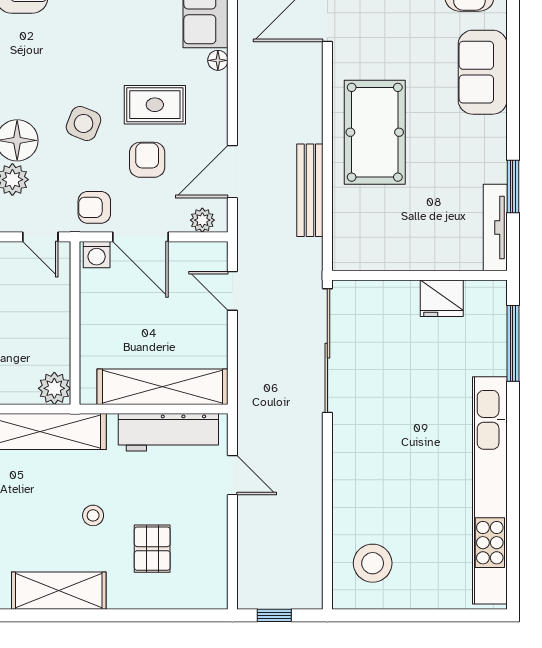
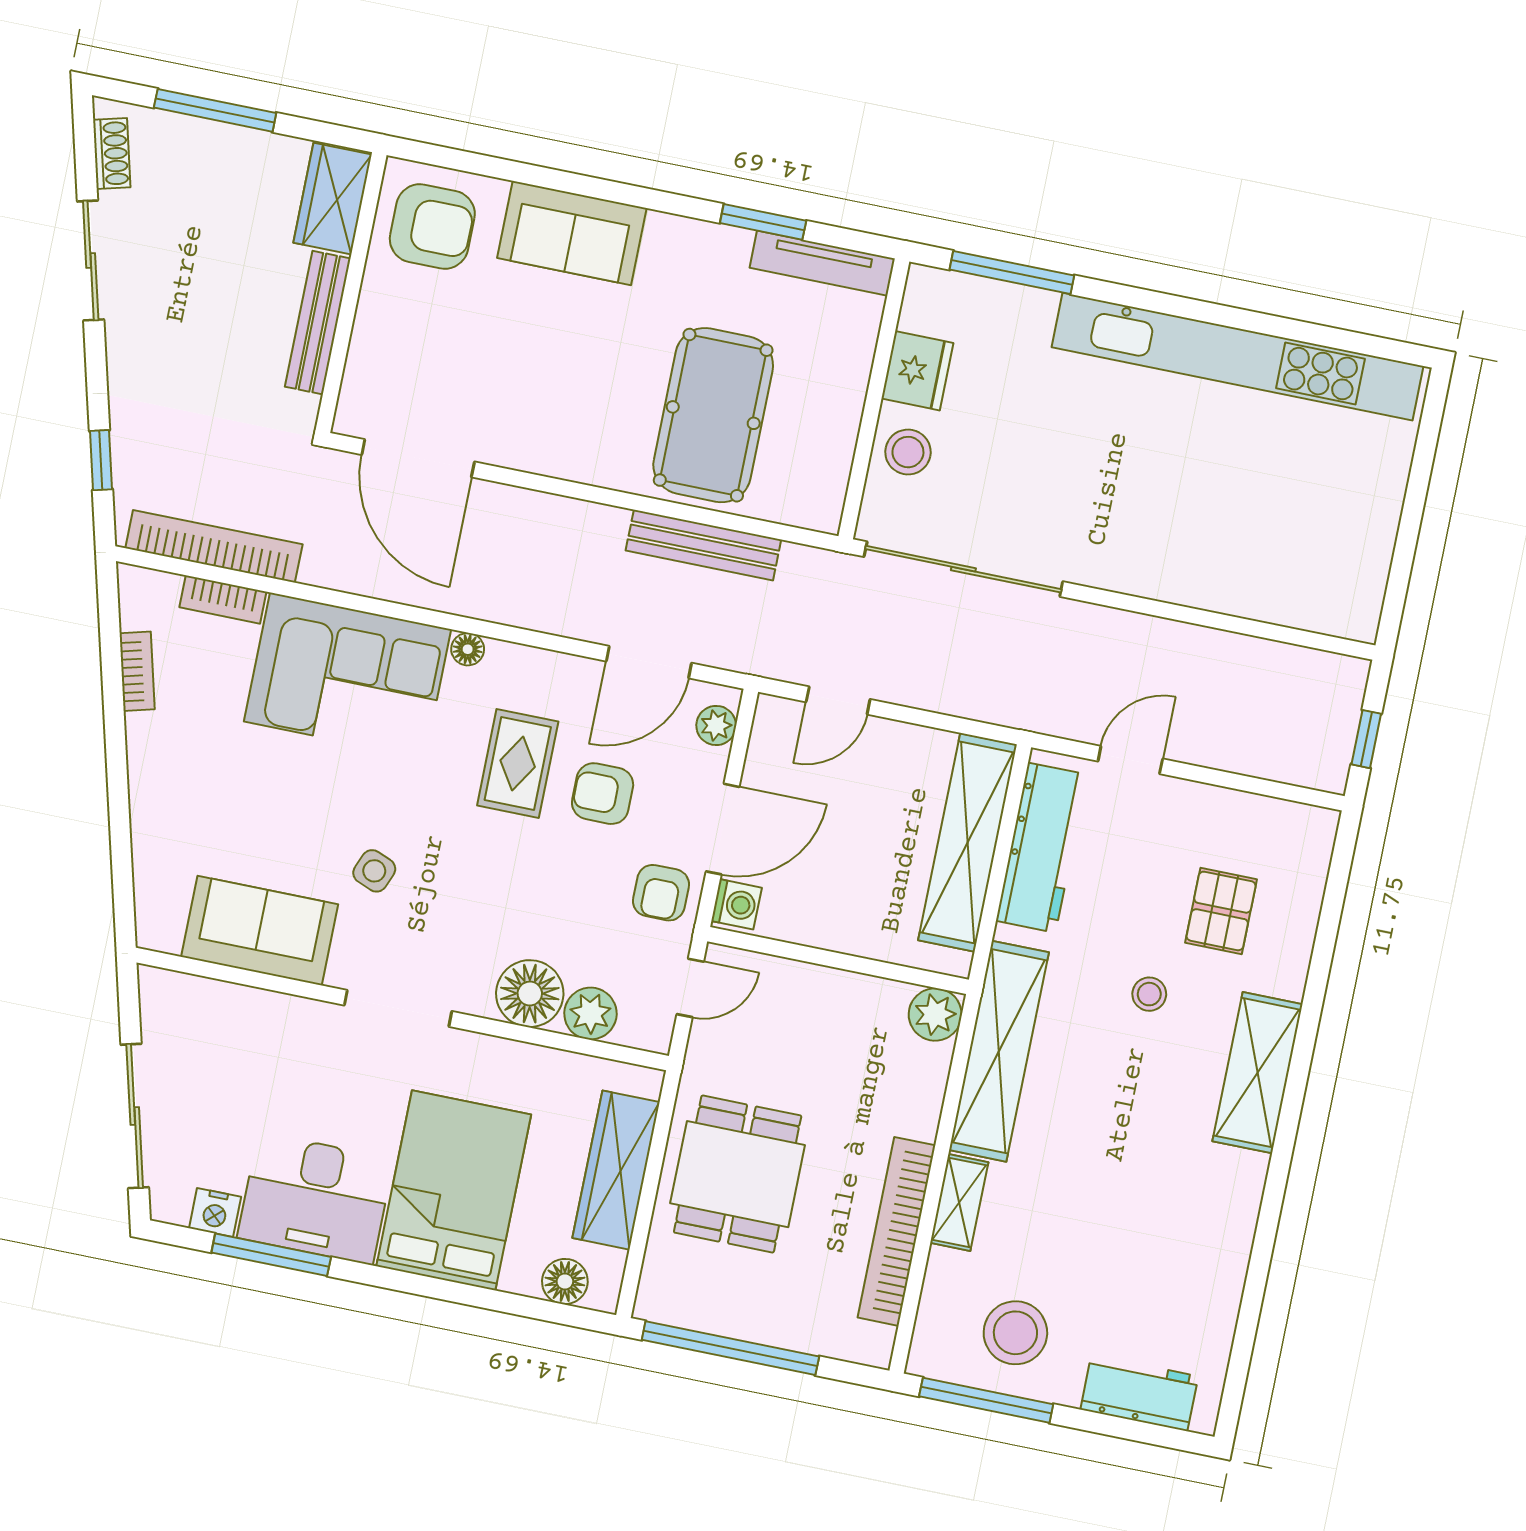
side table: (84, 123) -> (374, 871), moved, width x0.73, depth x0.73
pool table: (375, 132) -> (713, 415), moved, turned 90
door: (232, 172) -> (649, 662), hinge flipped
pallet: (152, 549) -> (1221, 911), turned 90
stool: (373, 563) -> (908, 452), moved, width x0.73, depth x0.73

